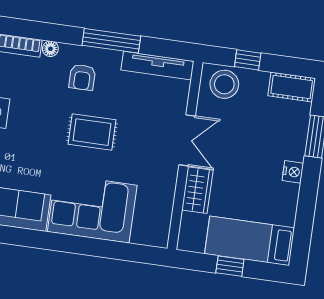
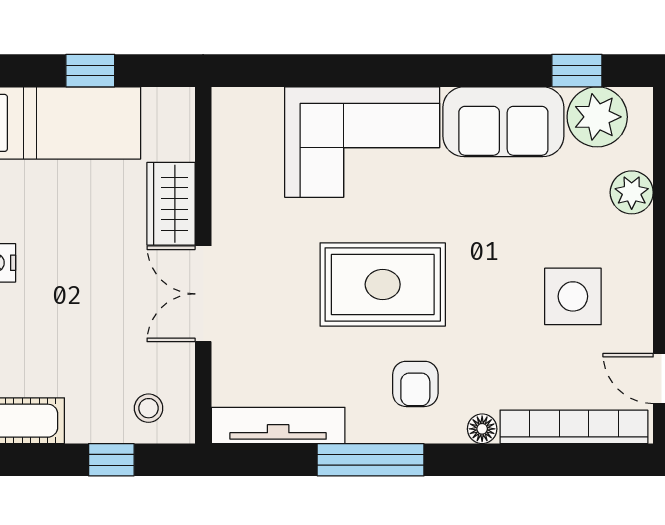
armchair: (82, 77) -> (415, 384), turned 180
stool: (224, 84) -> (149, 408), width x0.53, depth x0.53
rug: (92, 132) -> (383, 284), width x1.36, depth x1.43

